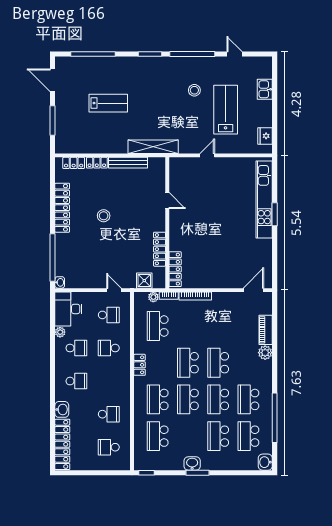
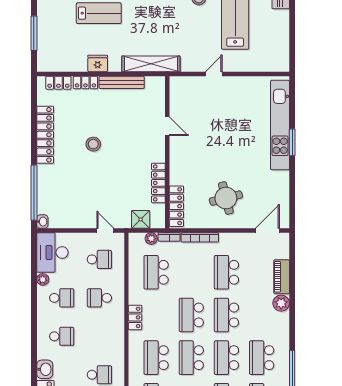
fridge: (265, 136) -> (98, 63), moved, turned 90
round table: (218, 262) -> (226, 198), added
school desk: (218, 326) -> (226, 272), added

